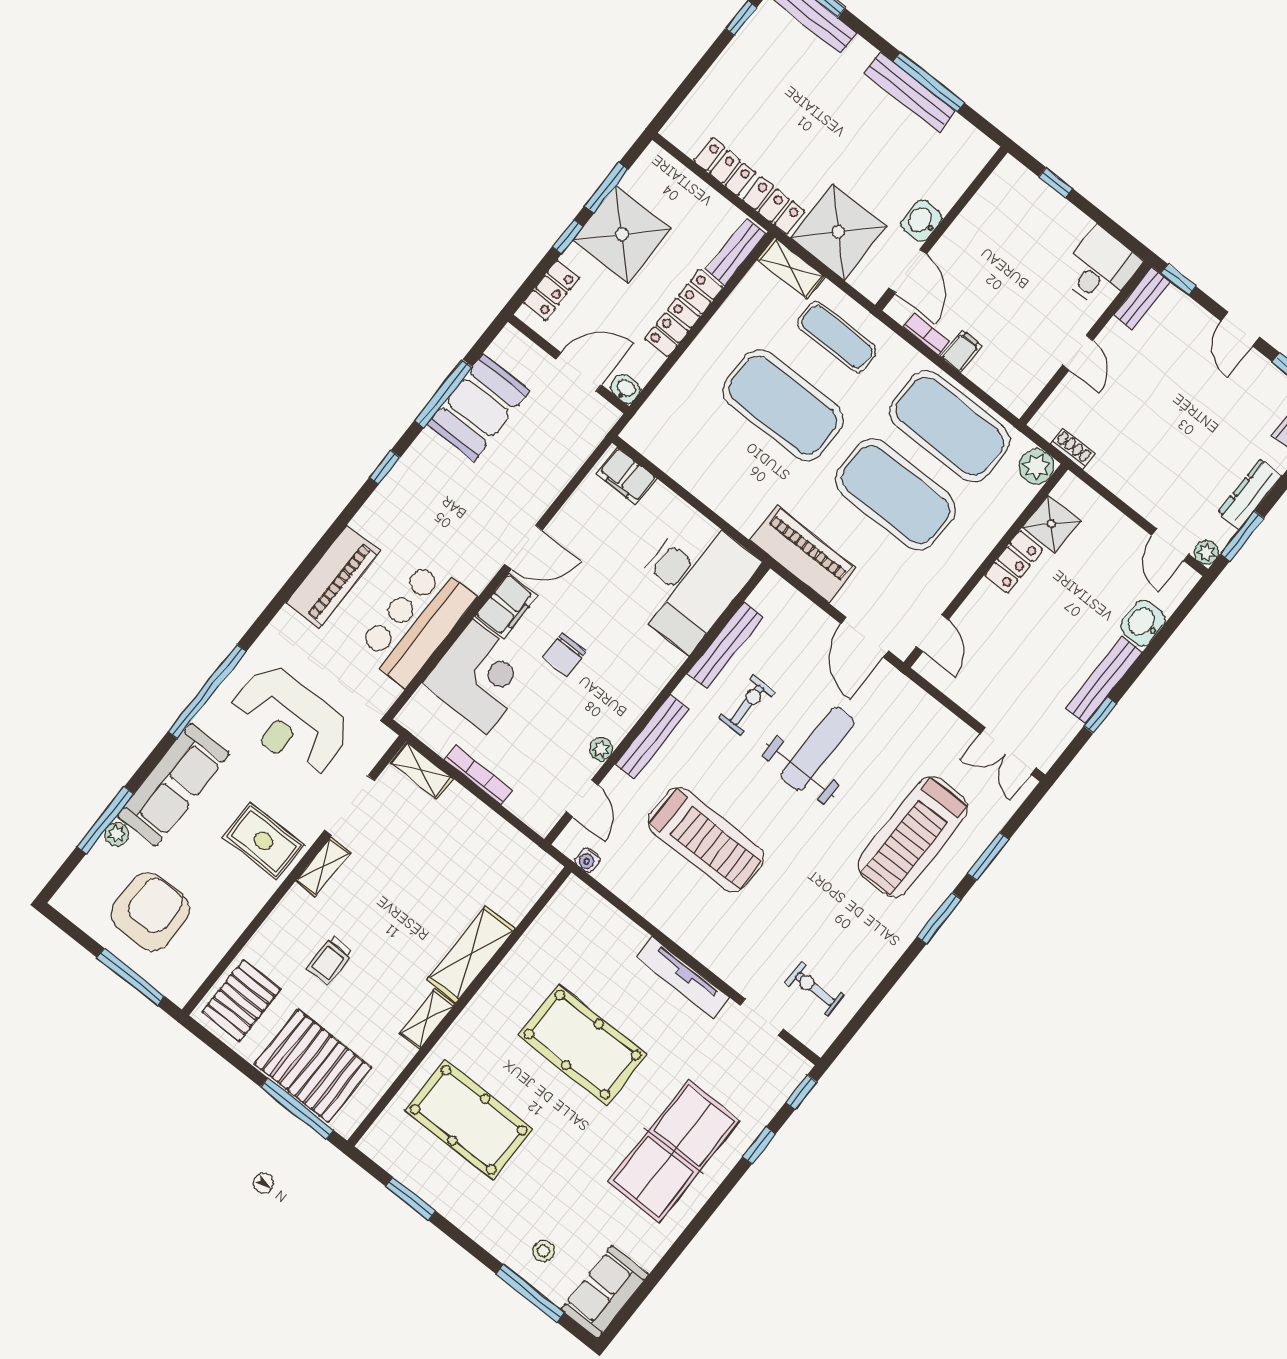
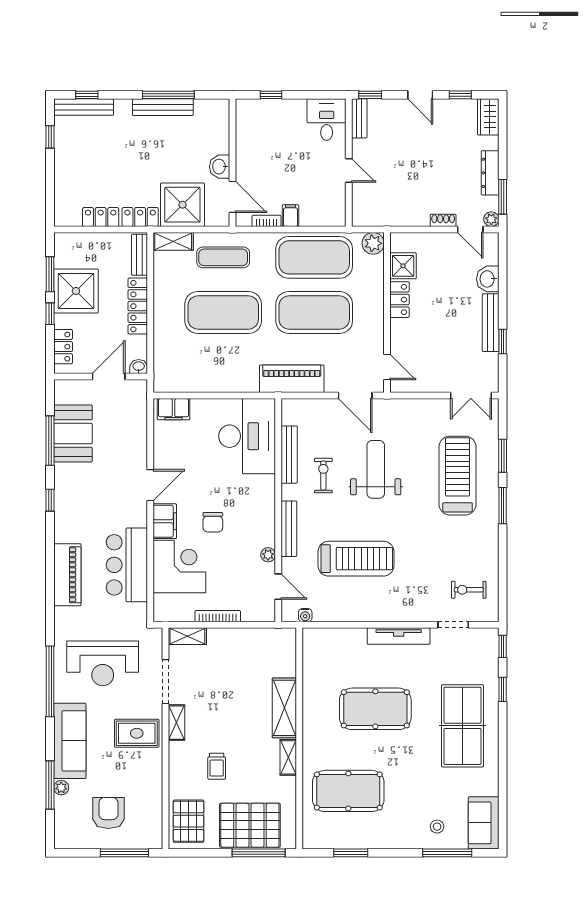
shoe rack: (1072, 449) -> (443, 220), moved
treadmill: (913, 837) -> (457, 476), turned 180
armchair: (150, 912) -> (108, 813), width x0.73, depth x0.73

